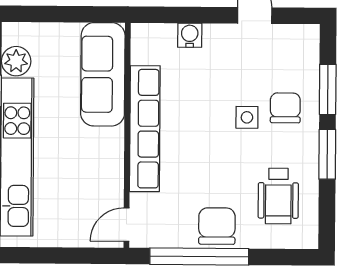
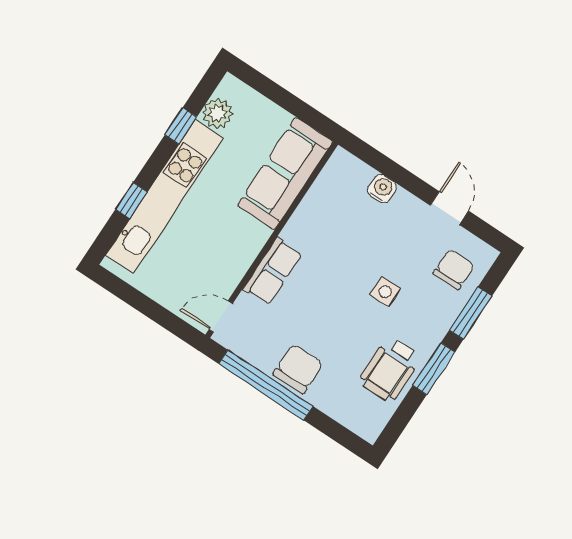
chair: (285, 108) -> (454, 269), moved
row of seats: (145, 129) -> (273, 271), width x0.50
wheelchair: (278, 196) -> (390, 369), moved

